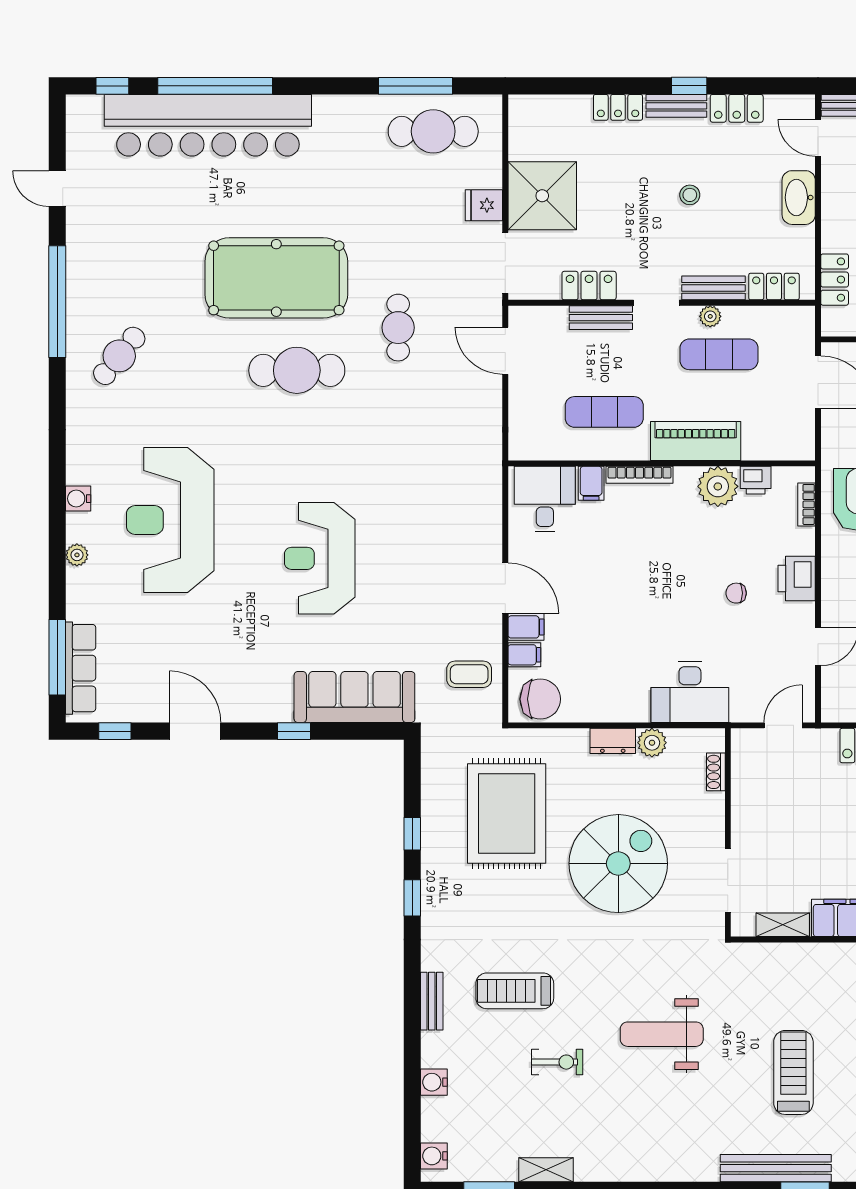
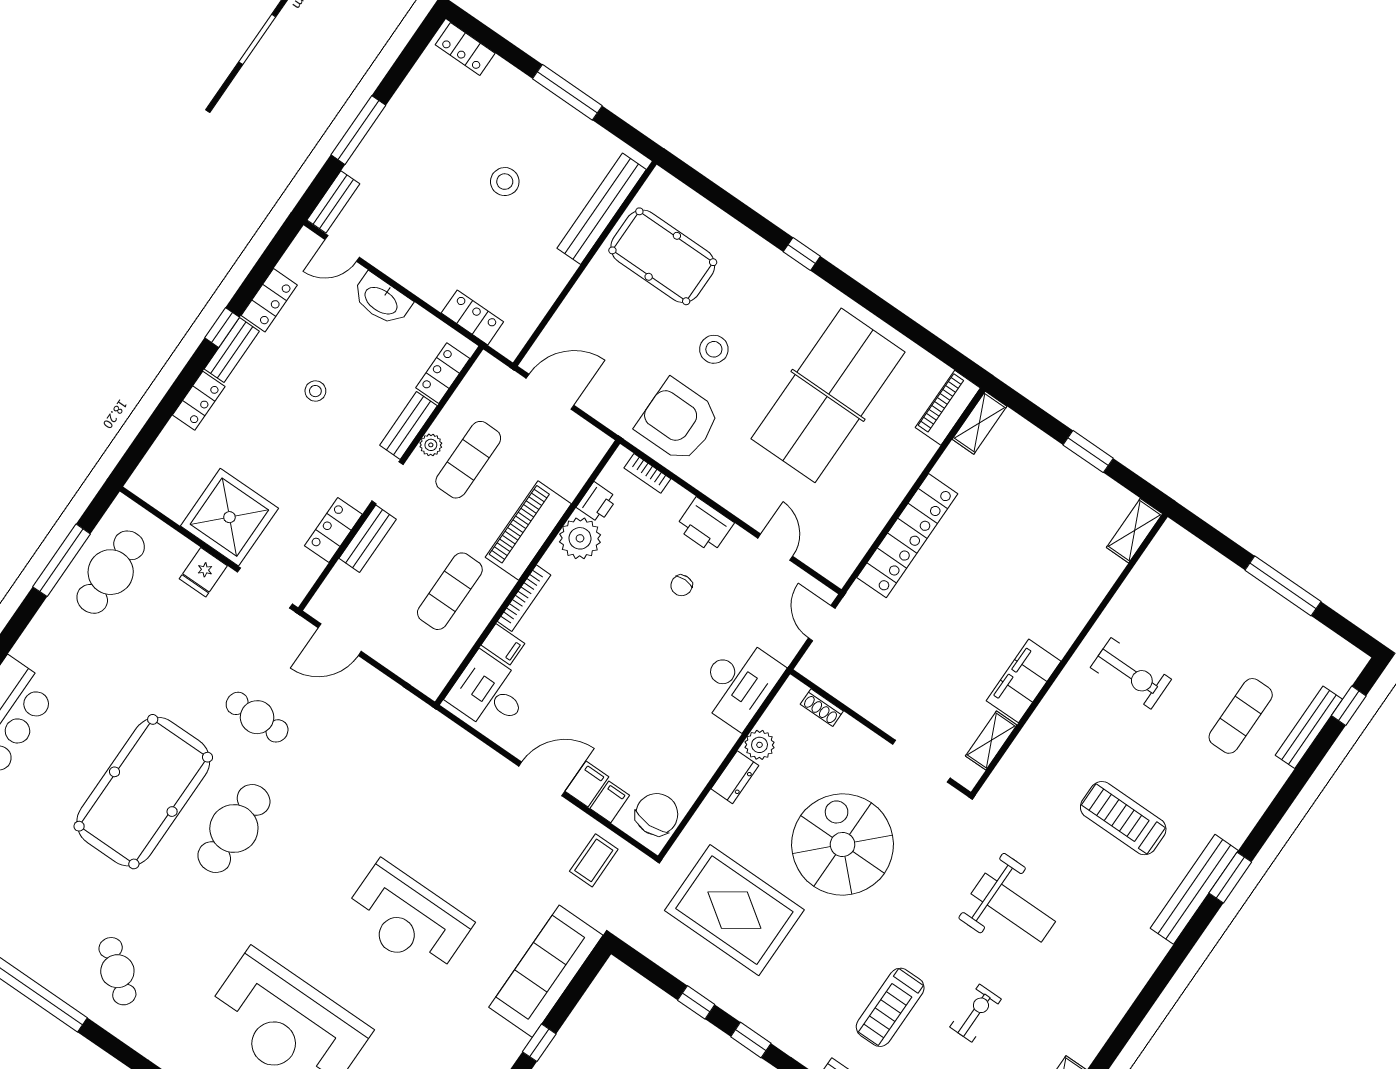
weight bench: (662, 1034) -> (1013, 908), turned -90

